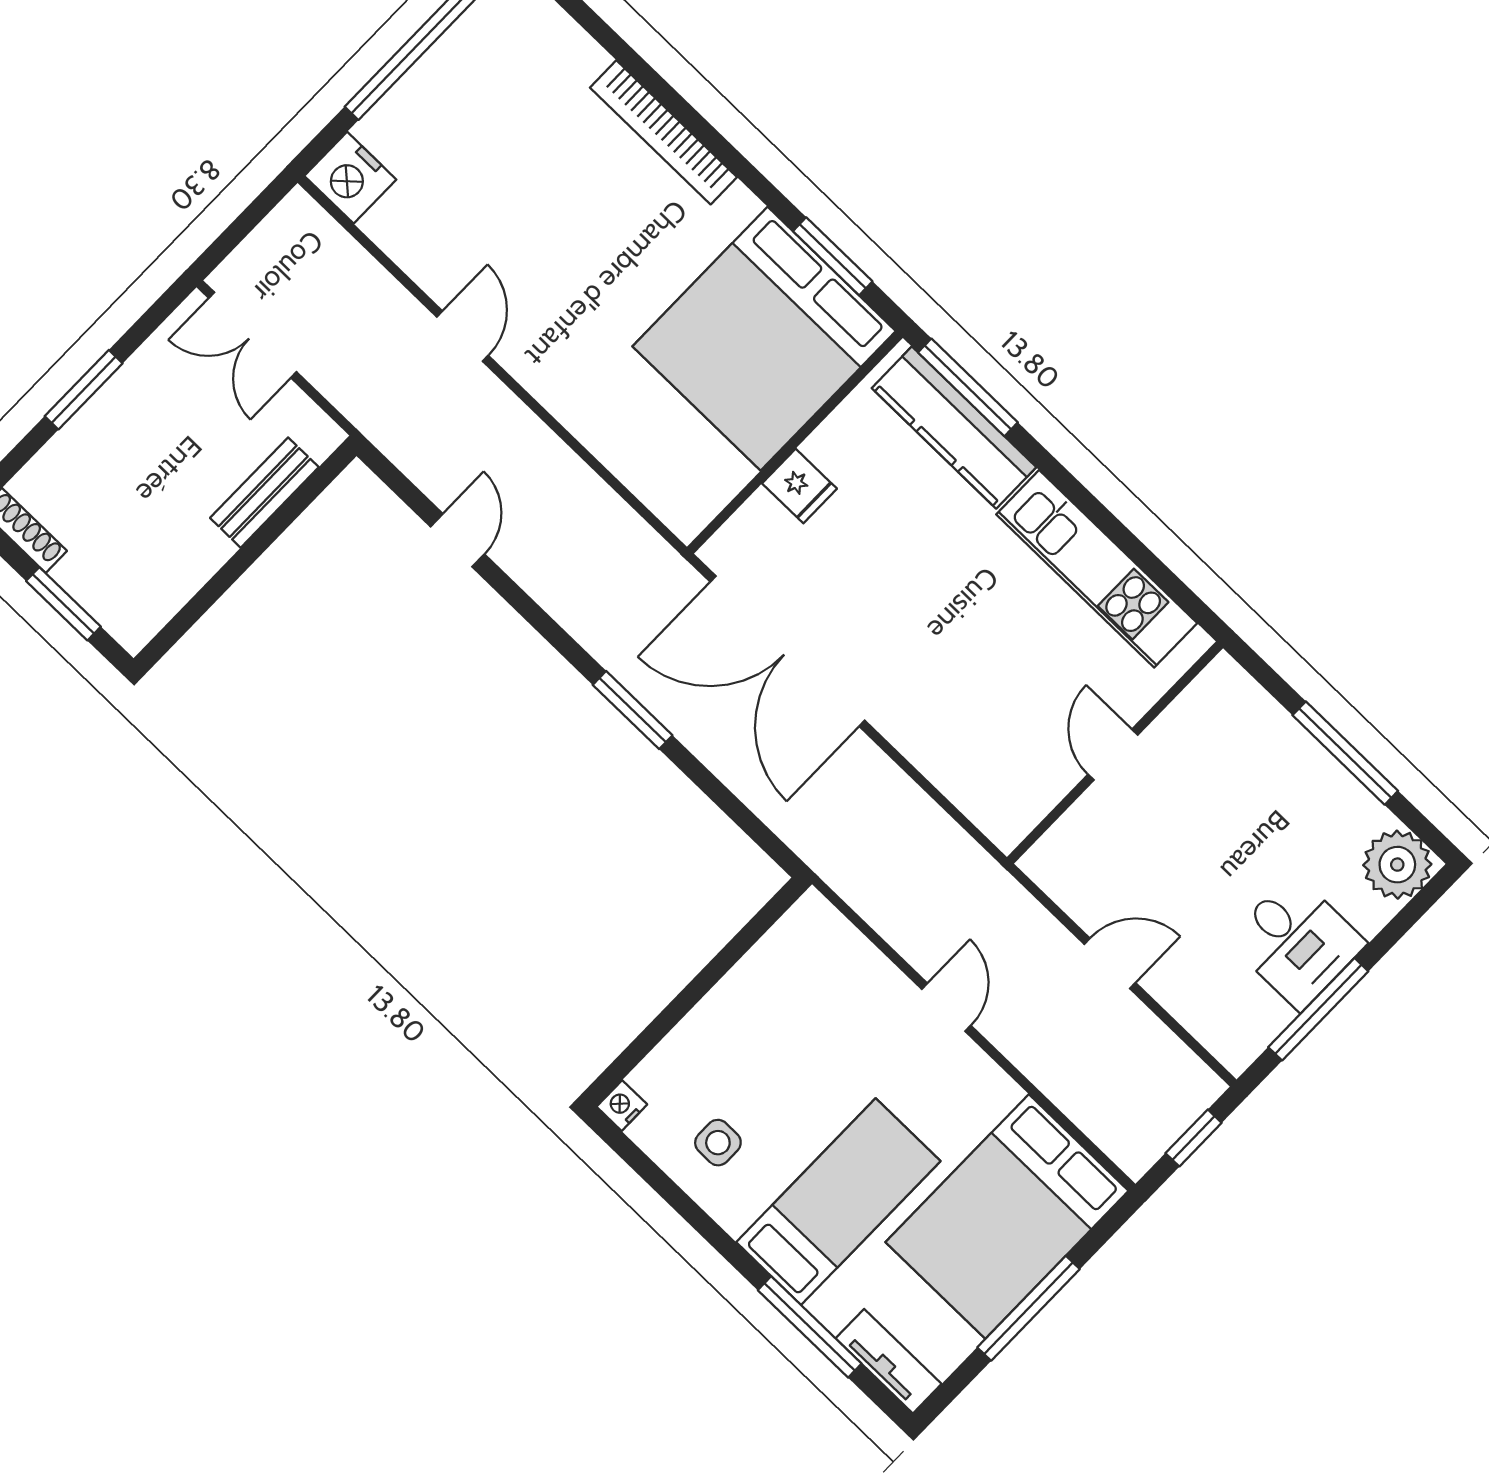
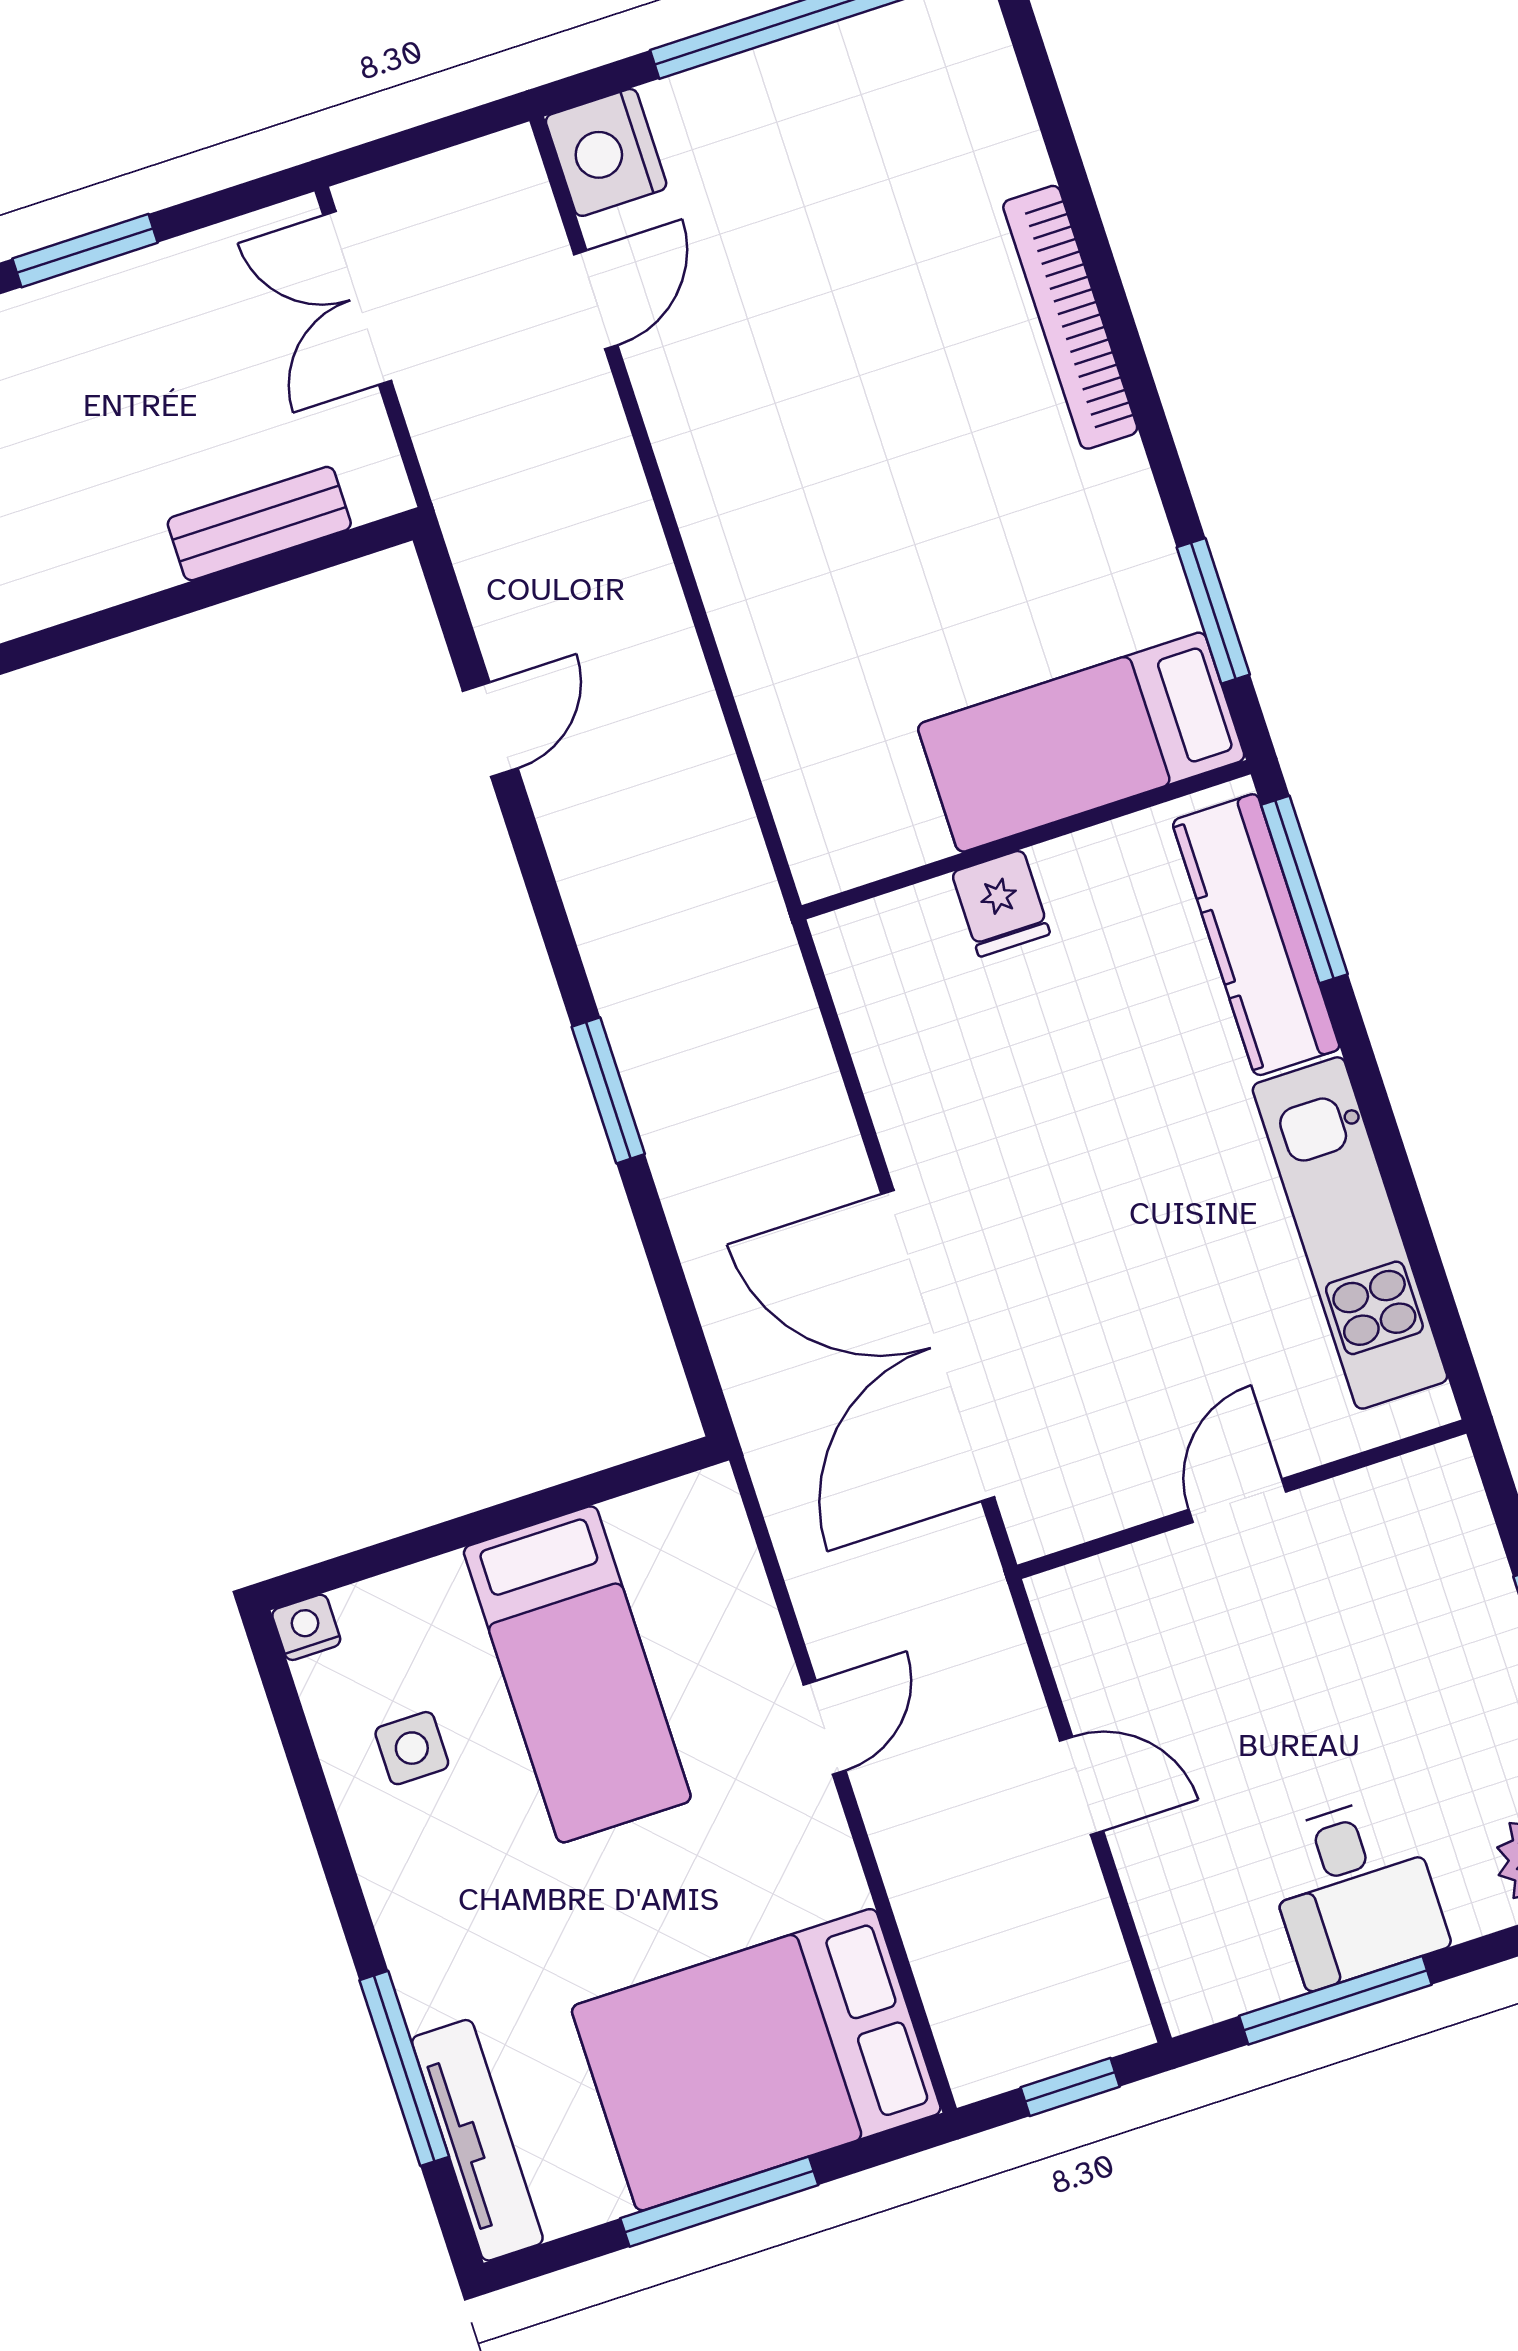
door: (463, 336) -> (596, 300), moved
bed: (764, 339) -> (1081, 742), width x0.49
double door: (788, 651) -> (938, 1346), moved
bed: (838, 1202) -> (577, 1674), moved, turned 90
tv unit: (889, 1361) -> (477, 2140), width x1.41

